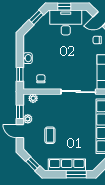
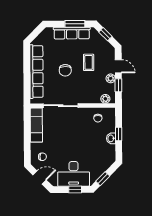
window: (20, 74) -> (119, 134), moved
chair: (74, 127) -> (65, 70), added
window: (76, 174) -> (75, 24), moved

